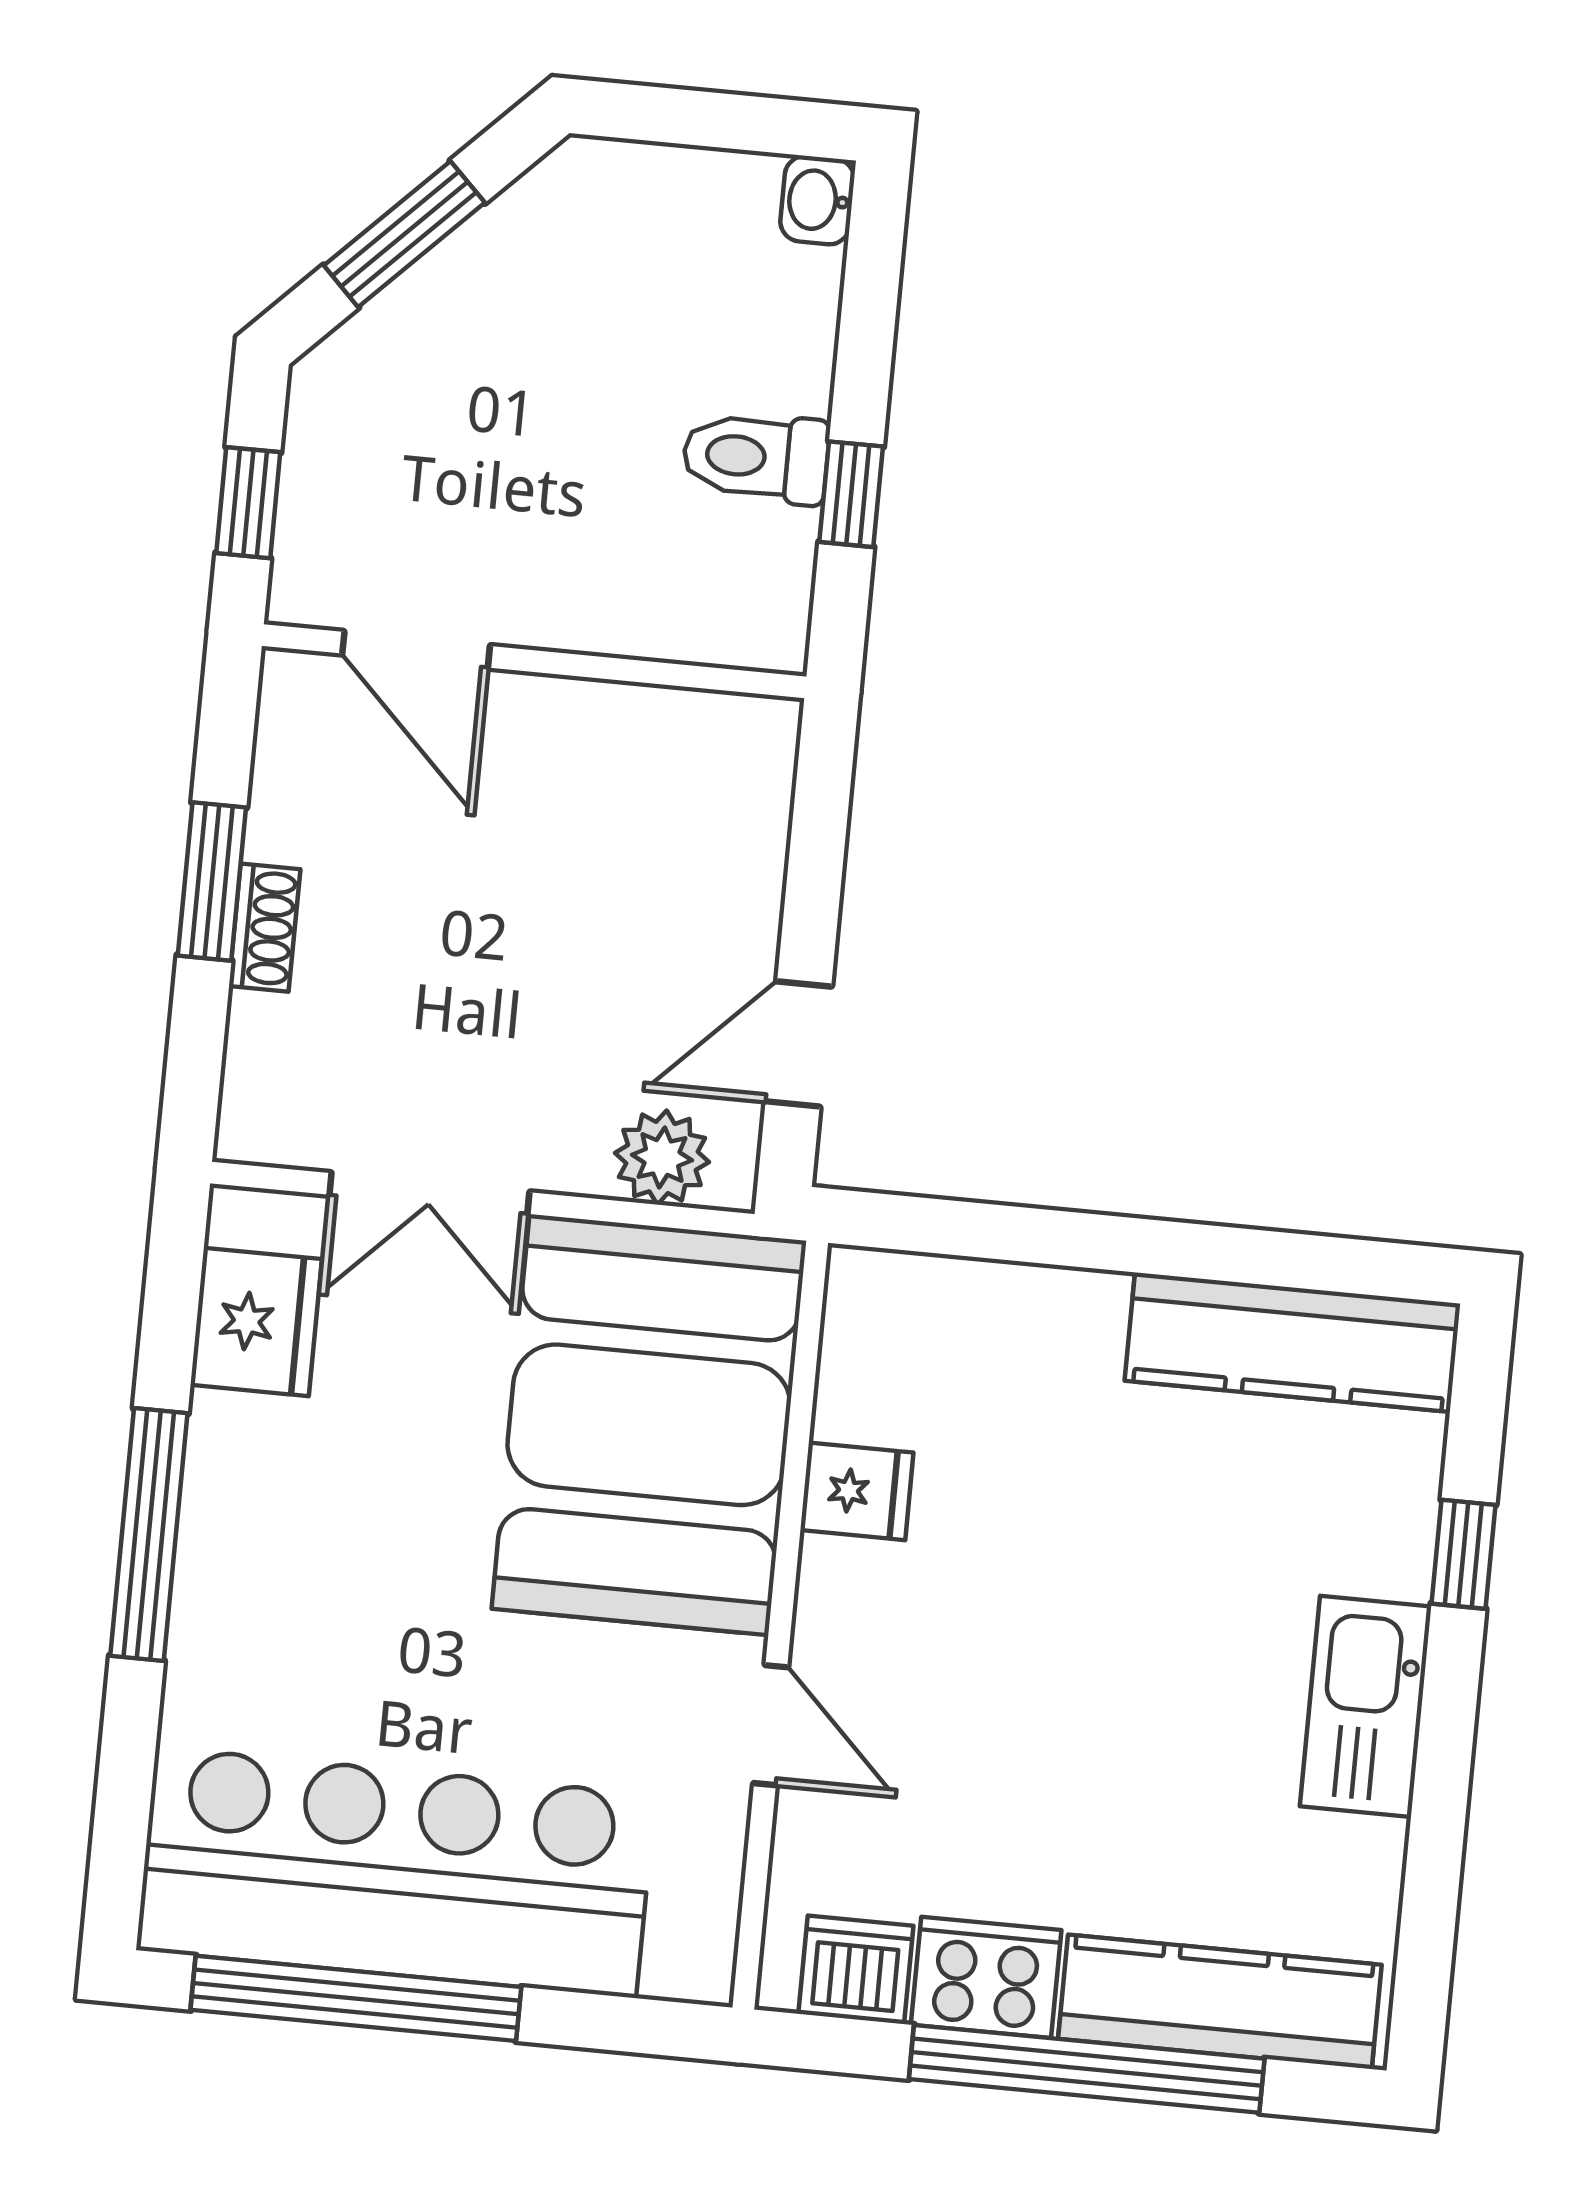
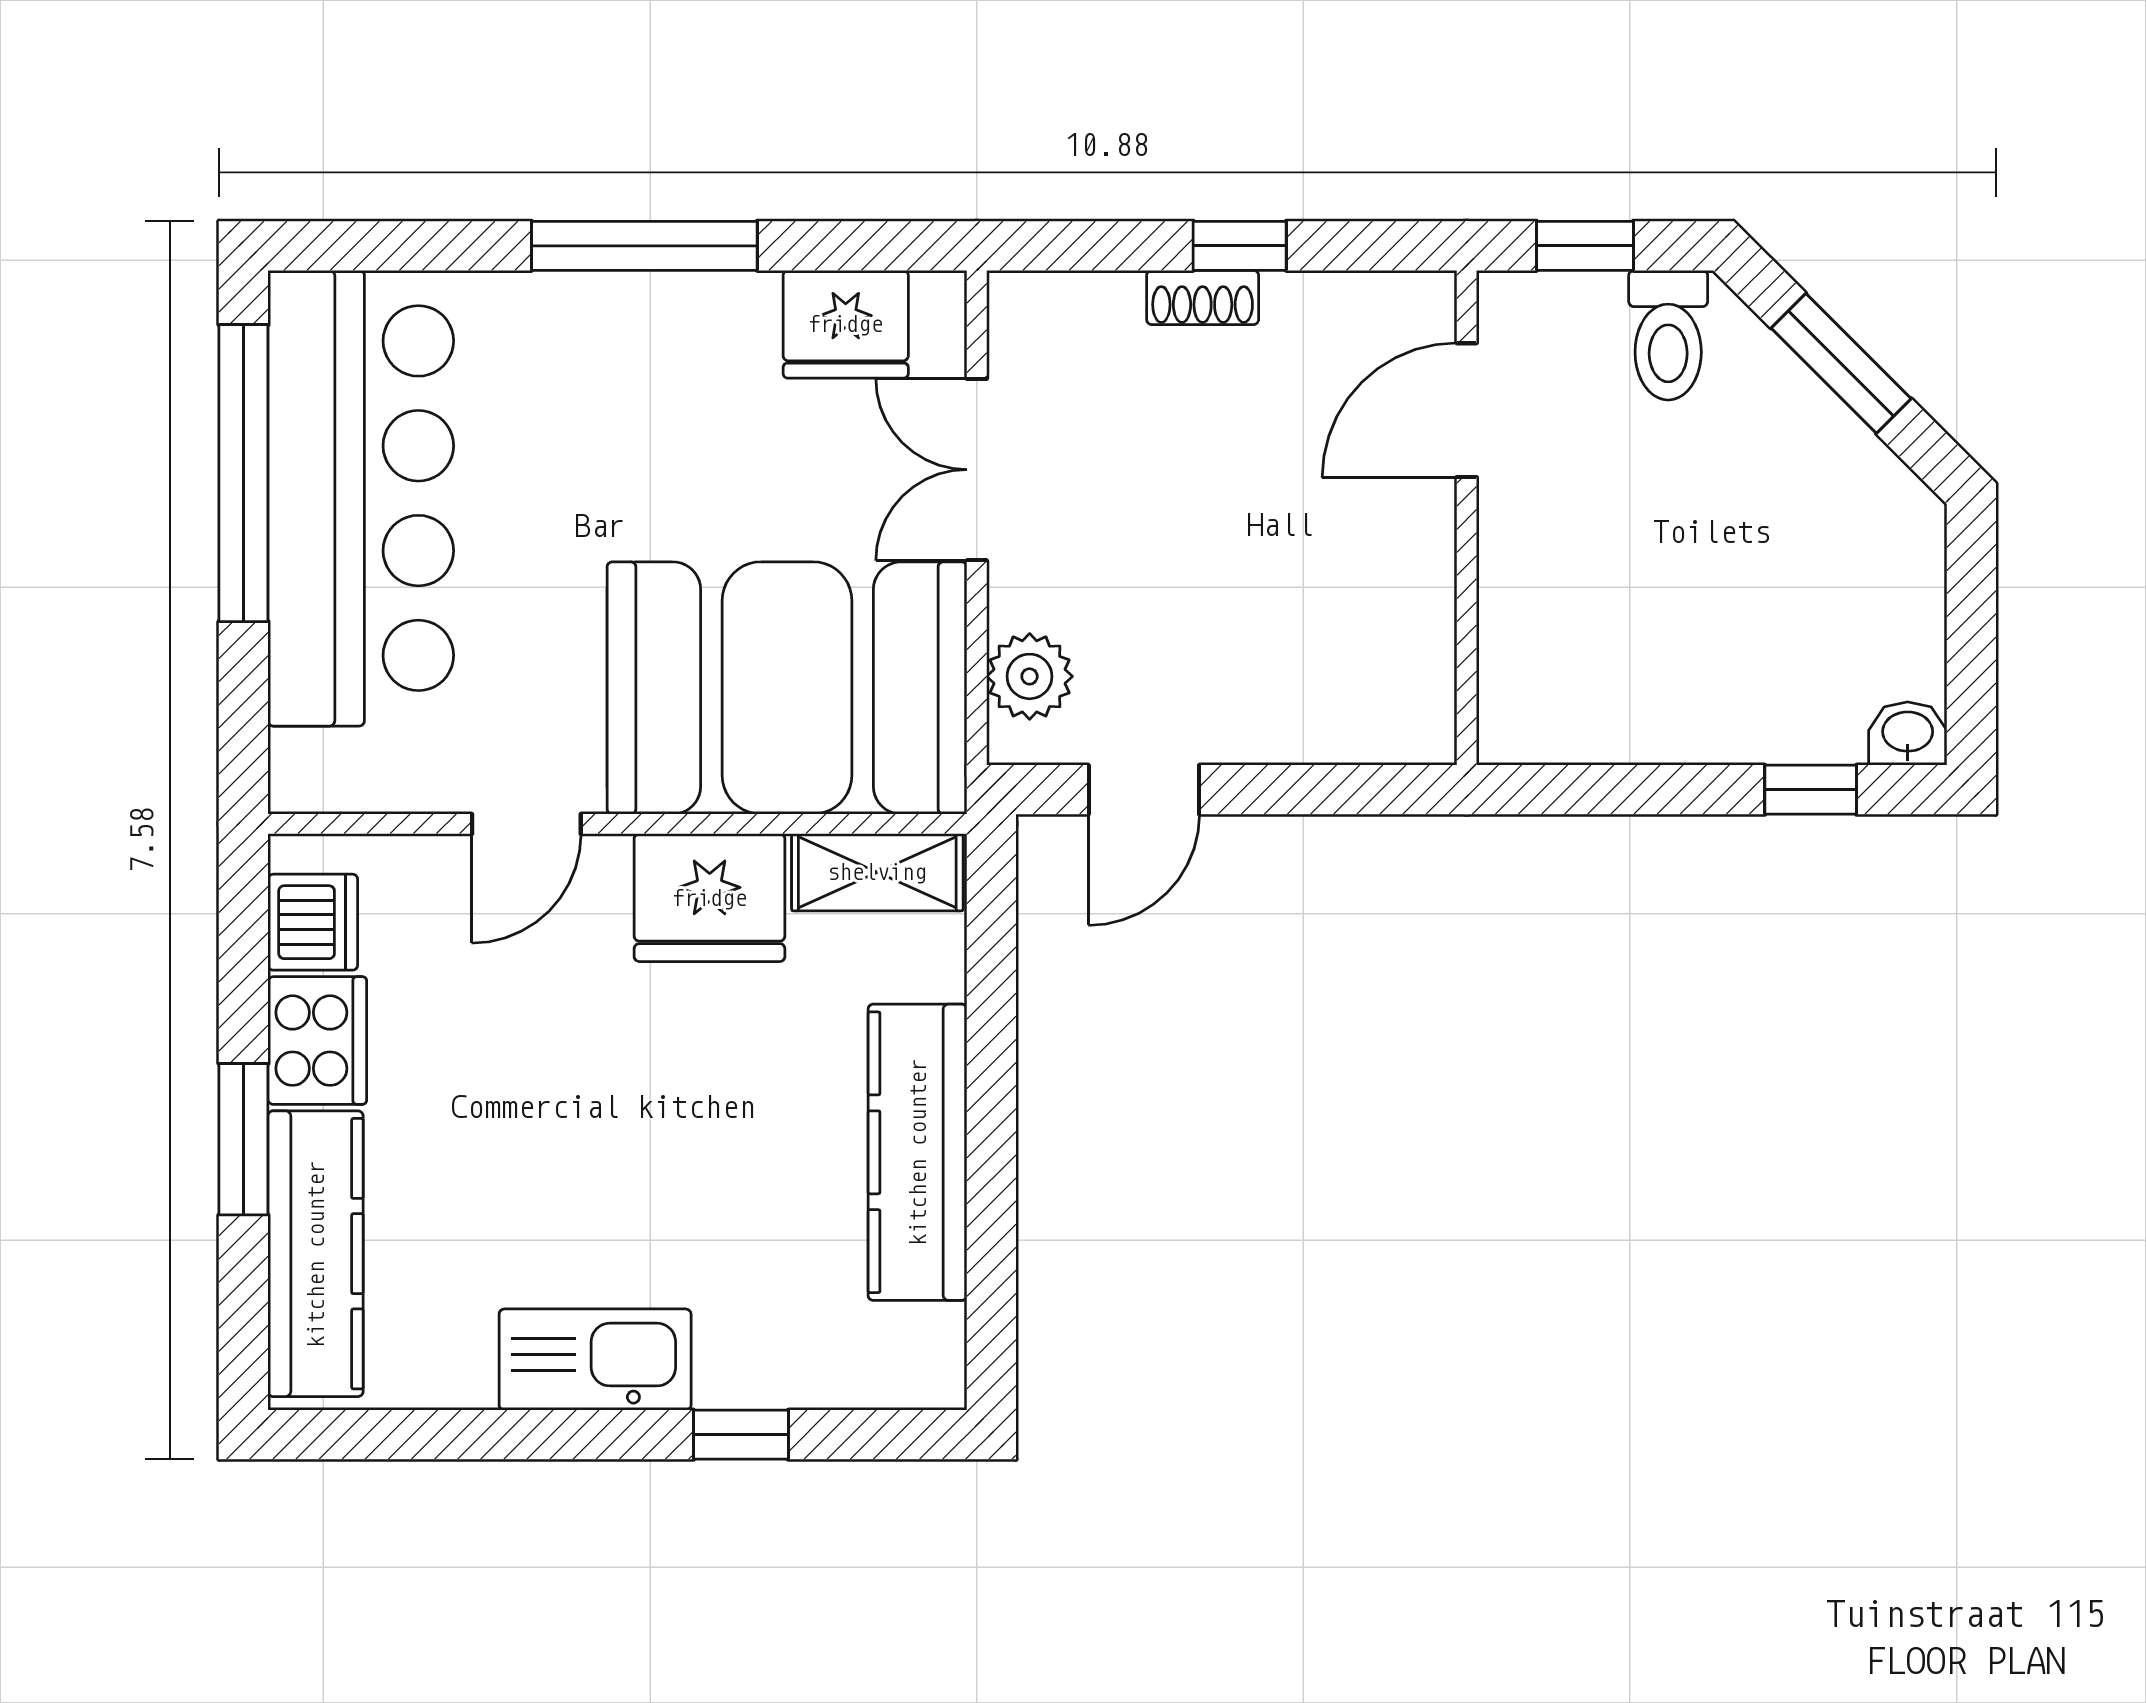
toilet: (756, 457) -> (1668, 335), moved, turned 180
window: (851, 494) -> (1811, 790), moved
window: (212, 881) -> (1240, 246), width x0.67
door: (798, 1044) -> (1144, 790), swing flipped
kitchen counter: (1293, 1342) -> (918, 1152), moved
shelving: (861, 1345) -> (877, 872), added
fridge: (857, 1491) -> (710, 898), width x1.88, depth x1.34
window: (1087, 2069) -> (243, 1139), width x0.47

